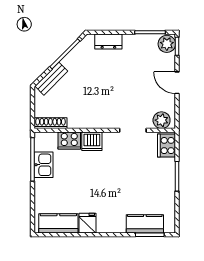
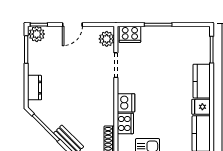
kitchen counter: (145, 224) -> (202, 81), moved

